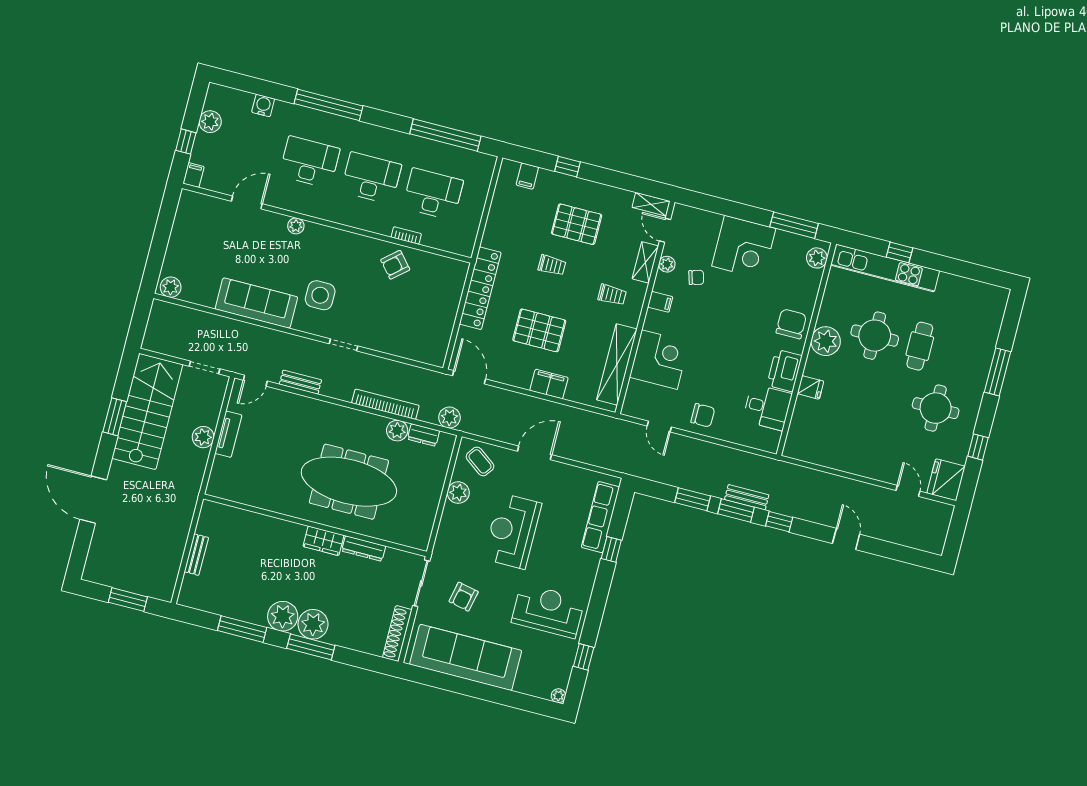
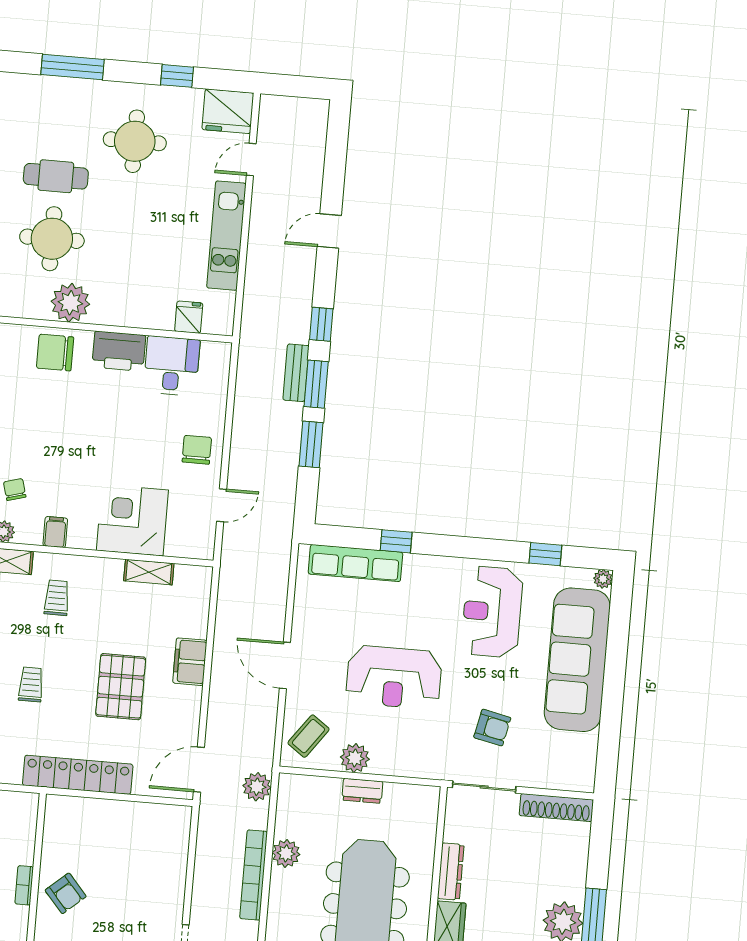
shelving: (617, 364) -> (149, 572), width x0.45, depth x0.75
fridge: (810, 387) -> (189, 317), moved
dresser: (423, 435) -> (362, 791), moved, turned 90
kitchen unit: (855, 463) -> (226, 236), added
sofa: (466, 657) -> (577, 660), moved

